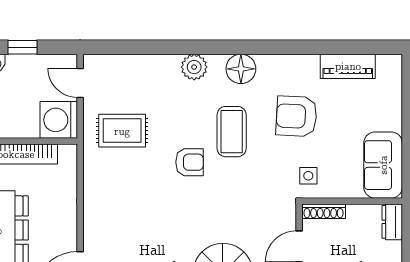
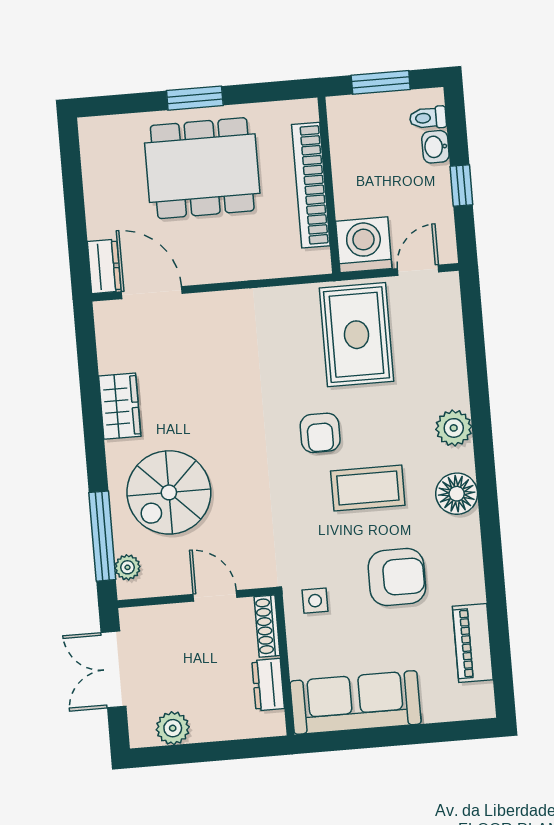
armchair: (296, 116) -> (397, 577), turned 87
rug: (122, 131) -> (356, 335), width x1.36, depth x1.43
sofa: (383, 165) -> (356, 702), width x1.36
dresser: (392, 222) -> (268, 685), moved, turned -90

